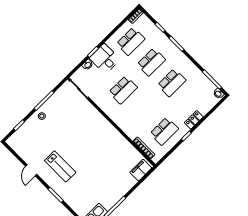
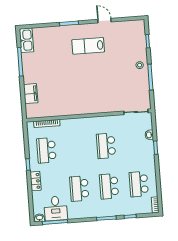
desk: (105, 59) -> (56, 208), moved, turned 90
filing cabinet: (141, 170) -> (31, 94), moved

